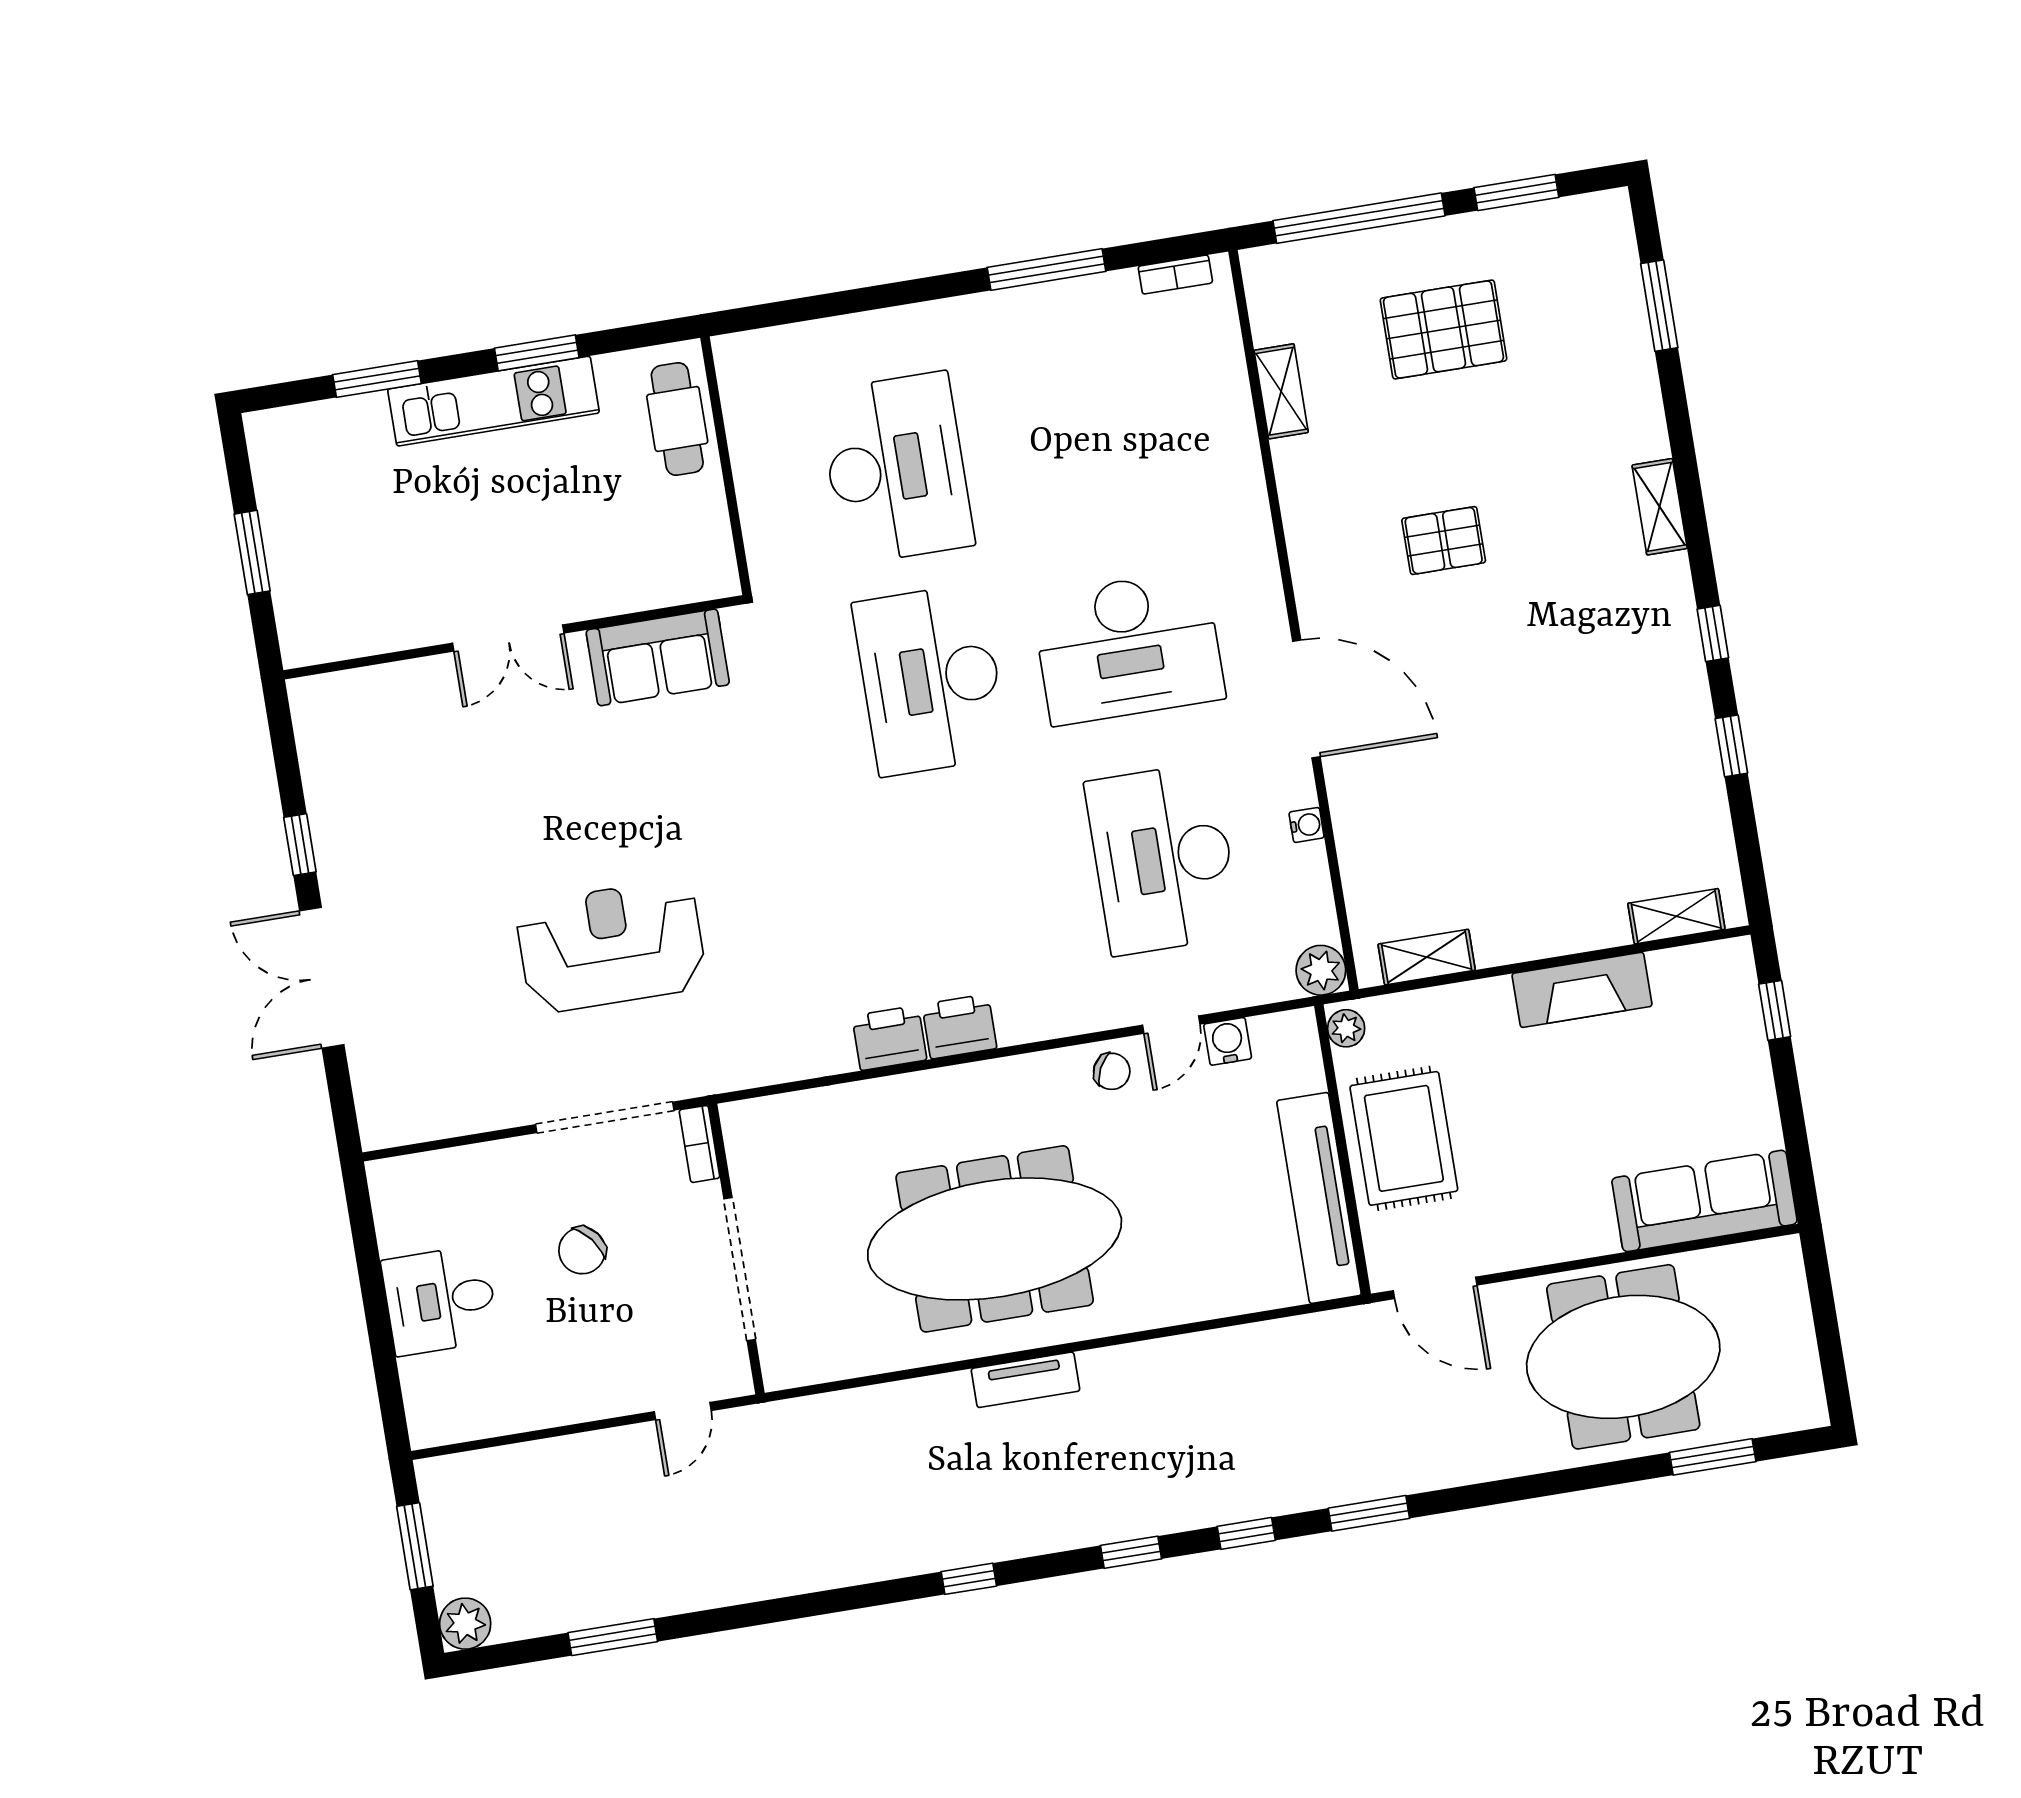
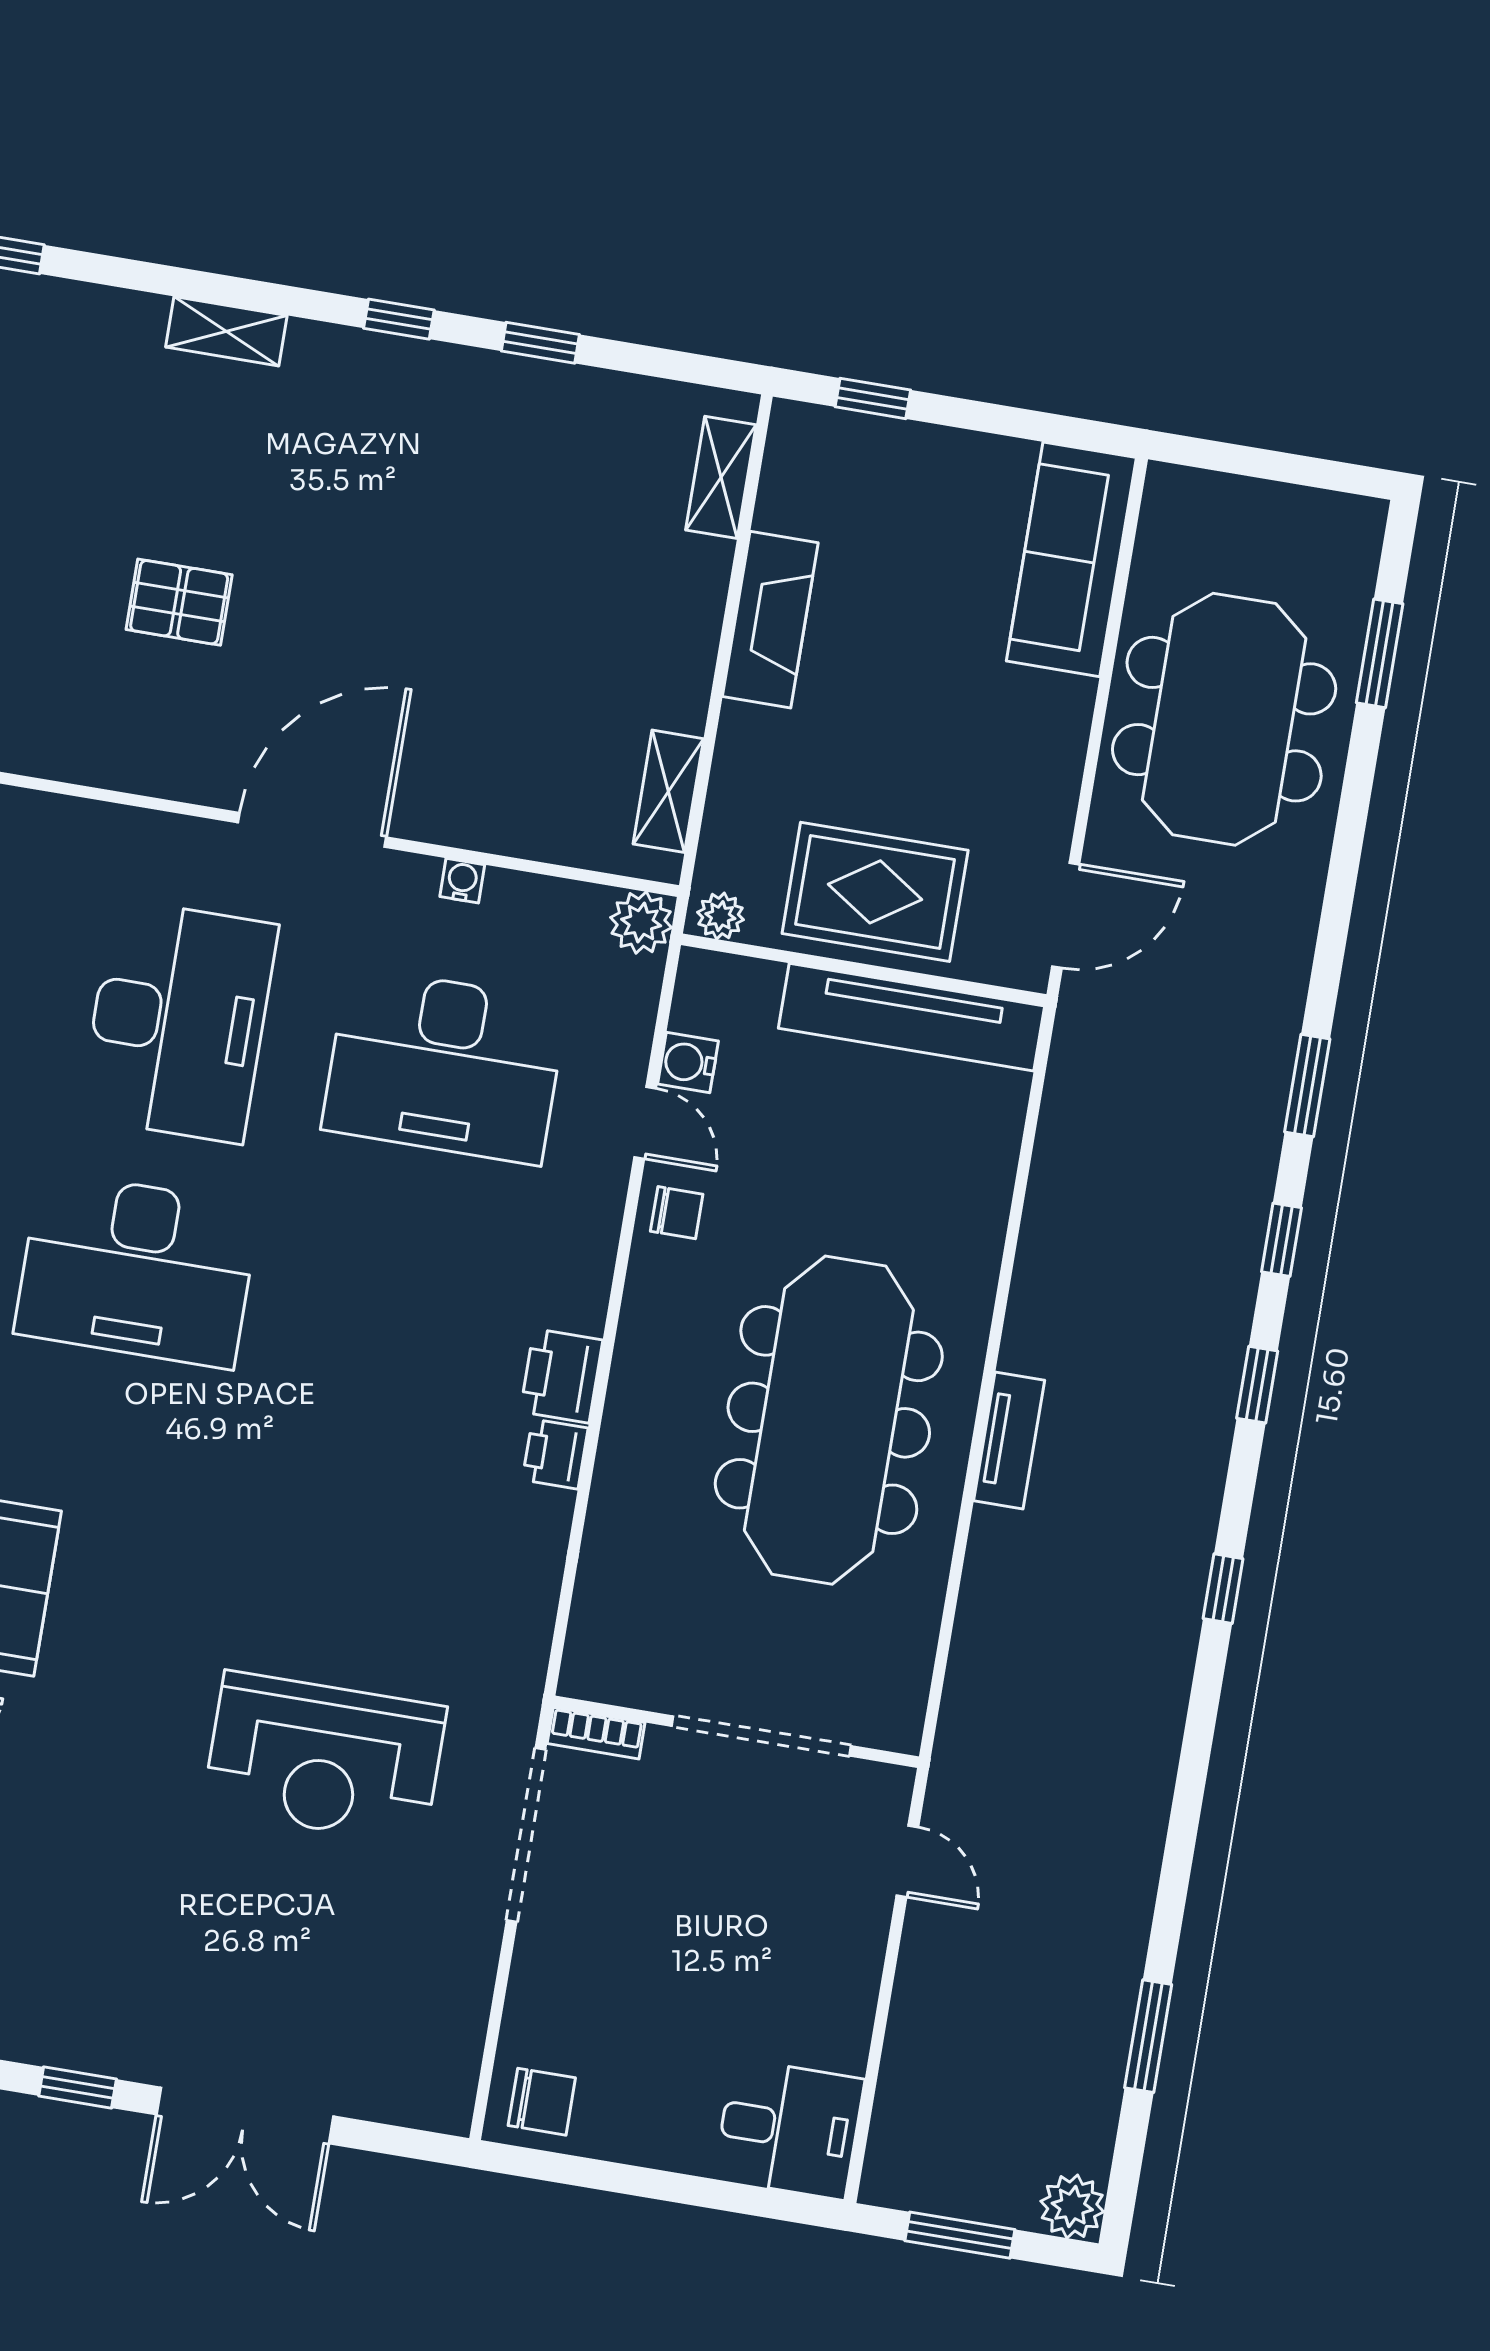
pallet: (1444, 541) -> (179, 602), turned 90
reception desk: (611, 946) -> (325, 1758), turned -90
printer: (889, 1038) -> (555, 1454), width x0.73, depth x0.81
chair: (1112, 1071) -> (677, 1213), turned 63
chair: (582, 1251) -> (542, 2102), moved, turned -52
desk: (440, 1300) -> (789, 2129), moved, turned -90

